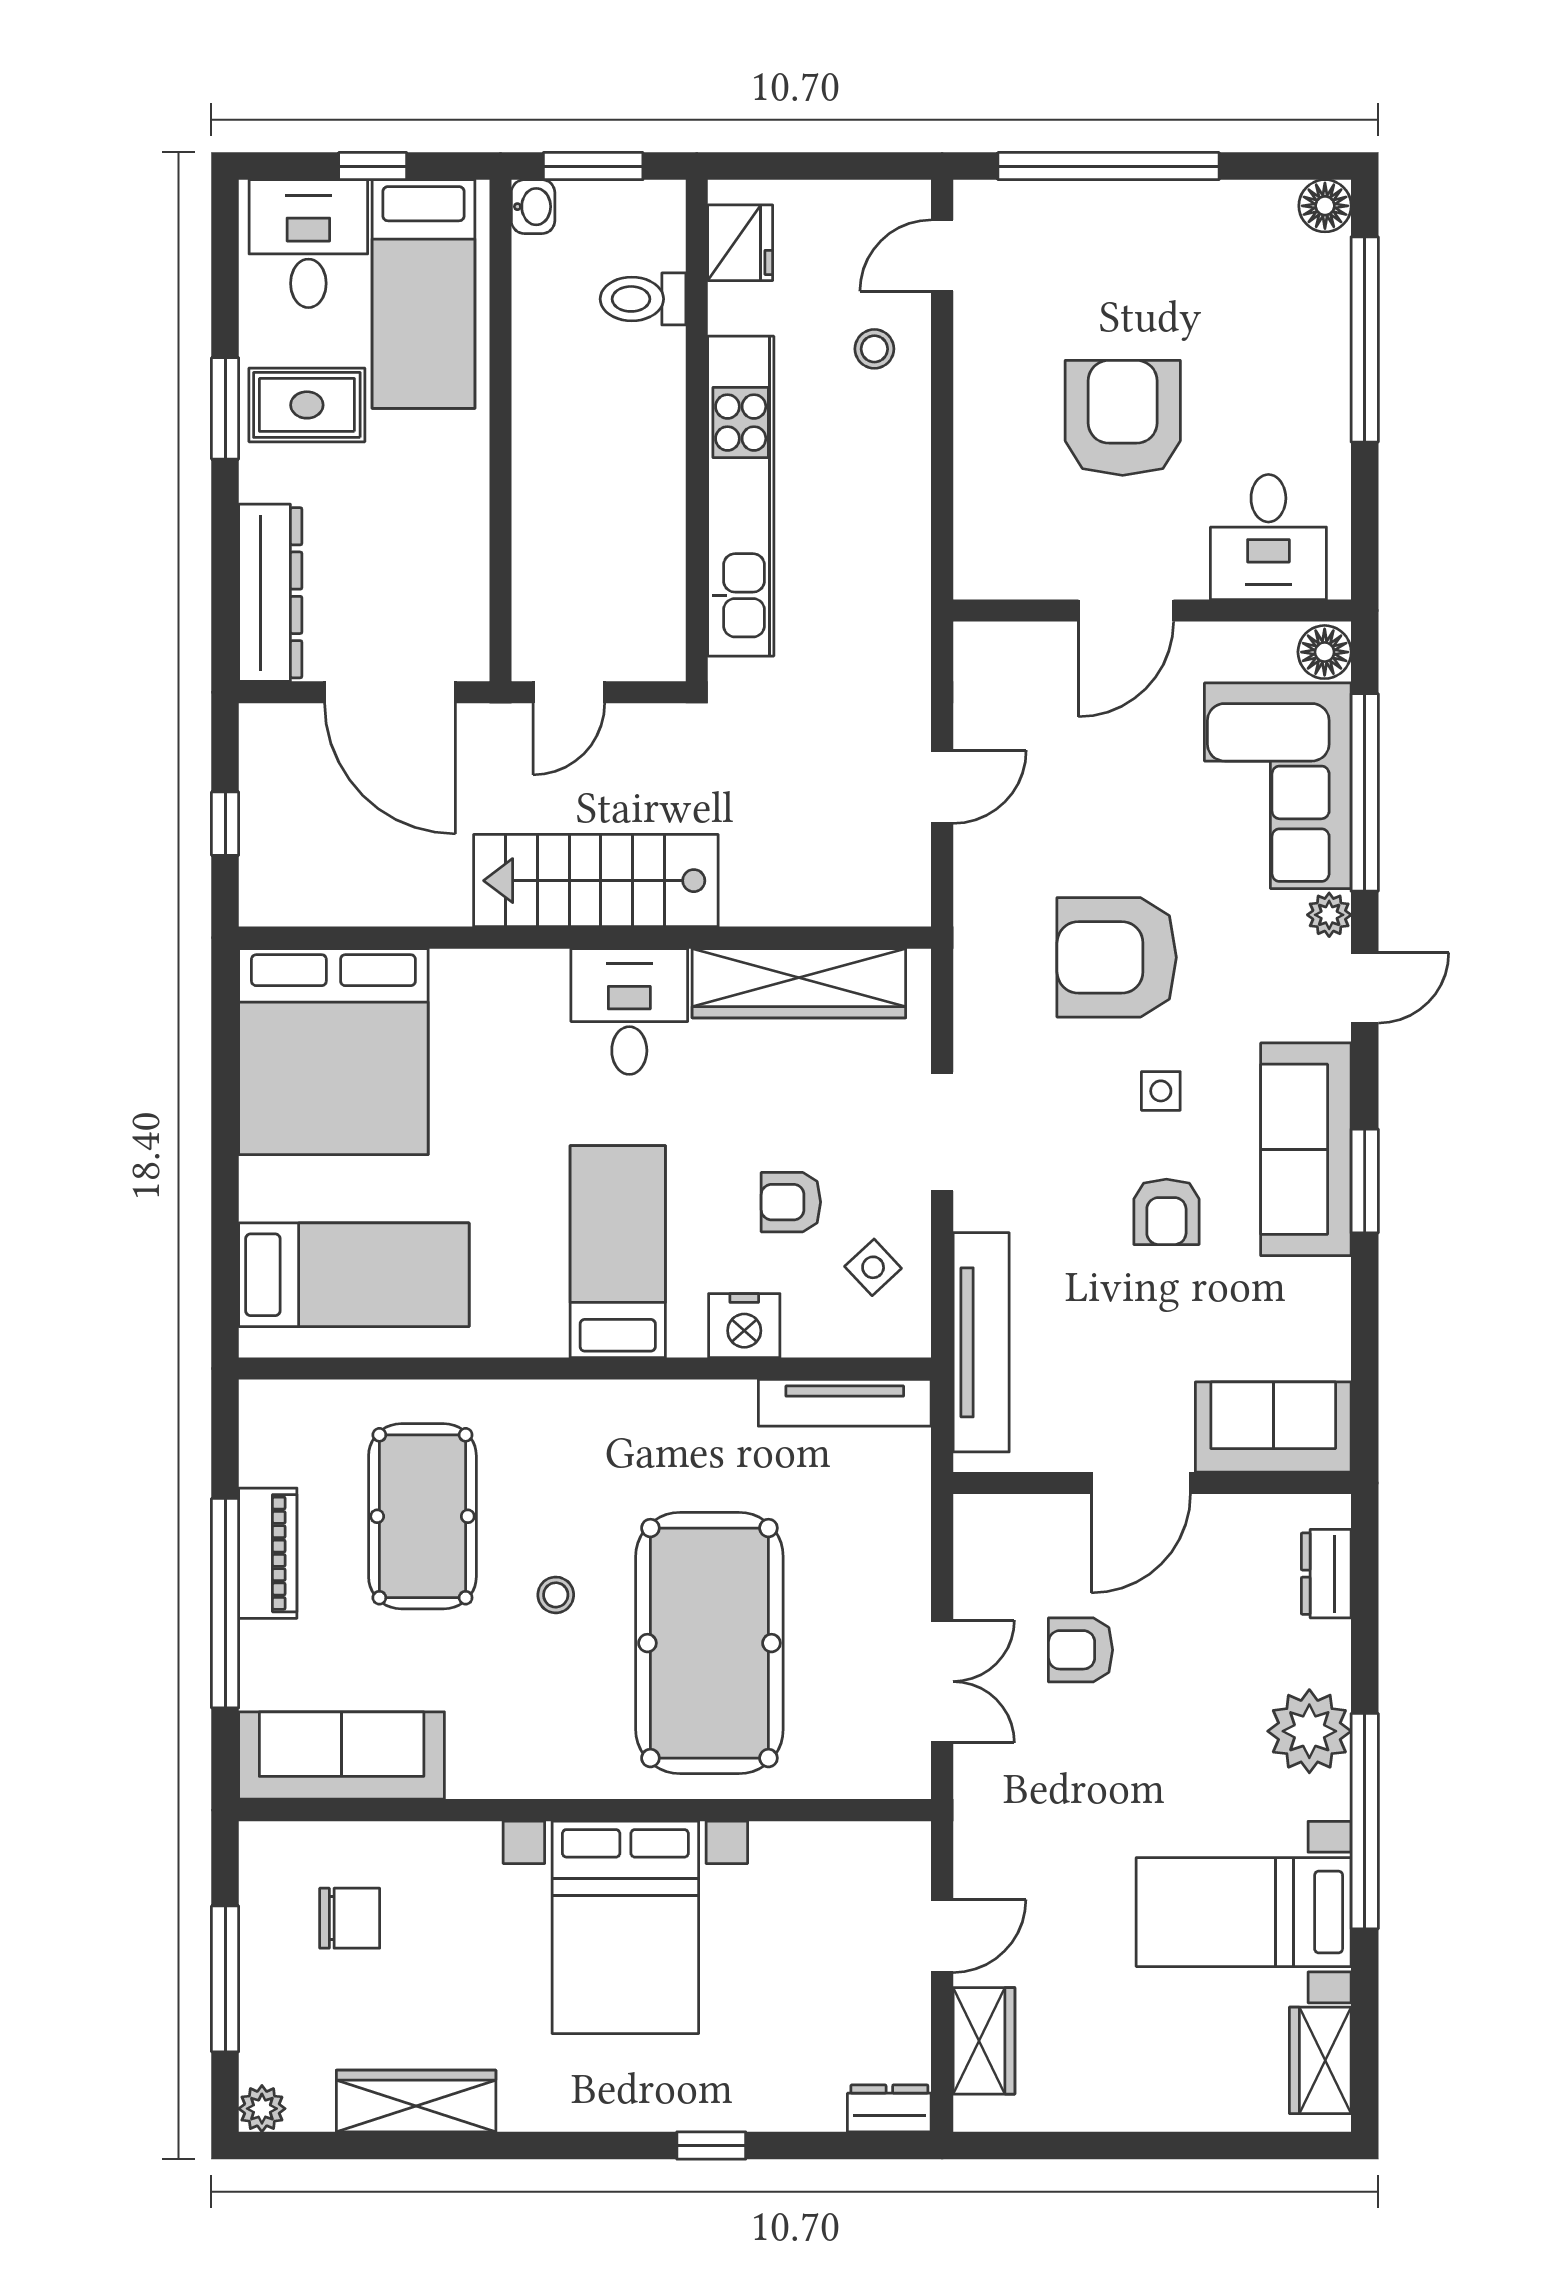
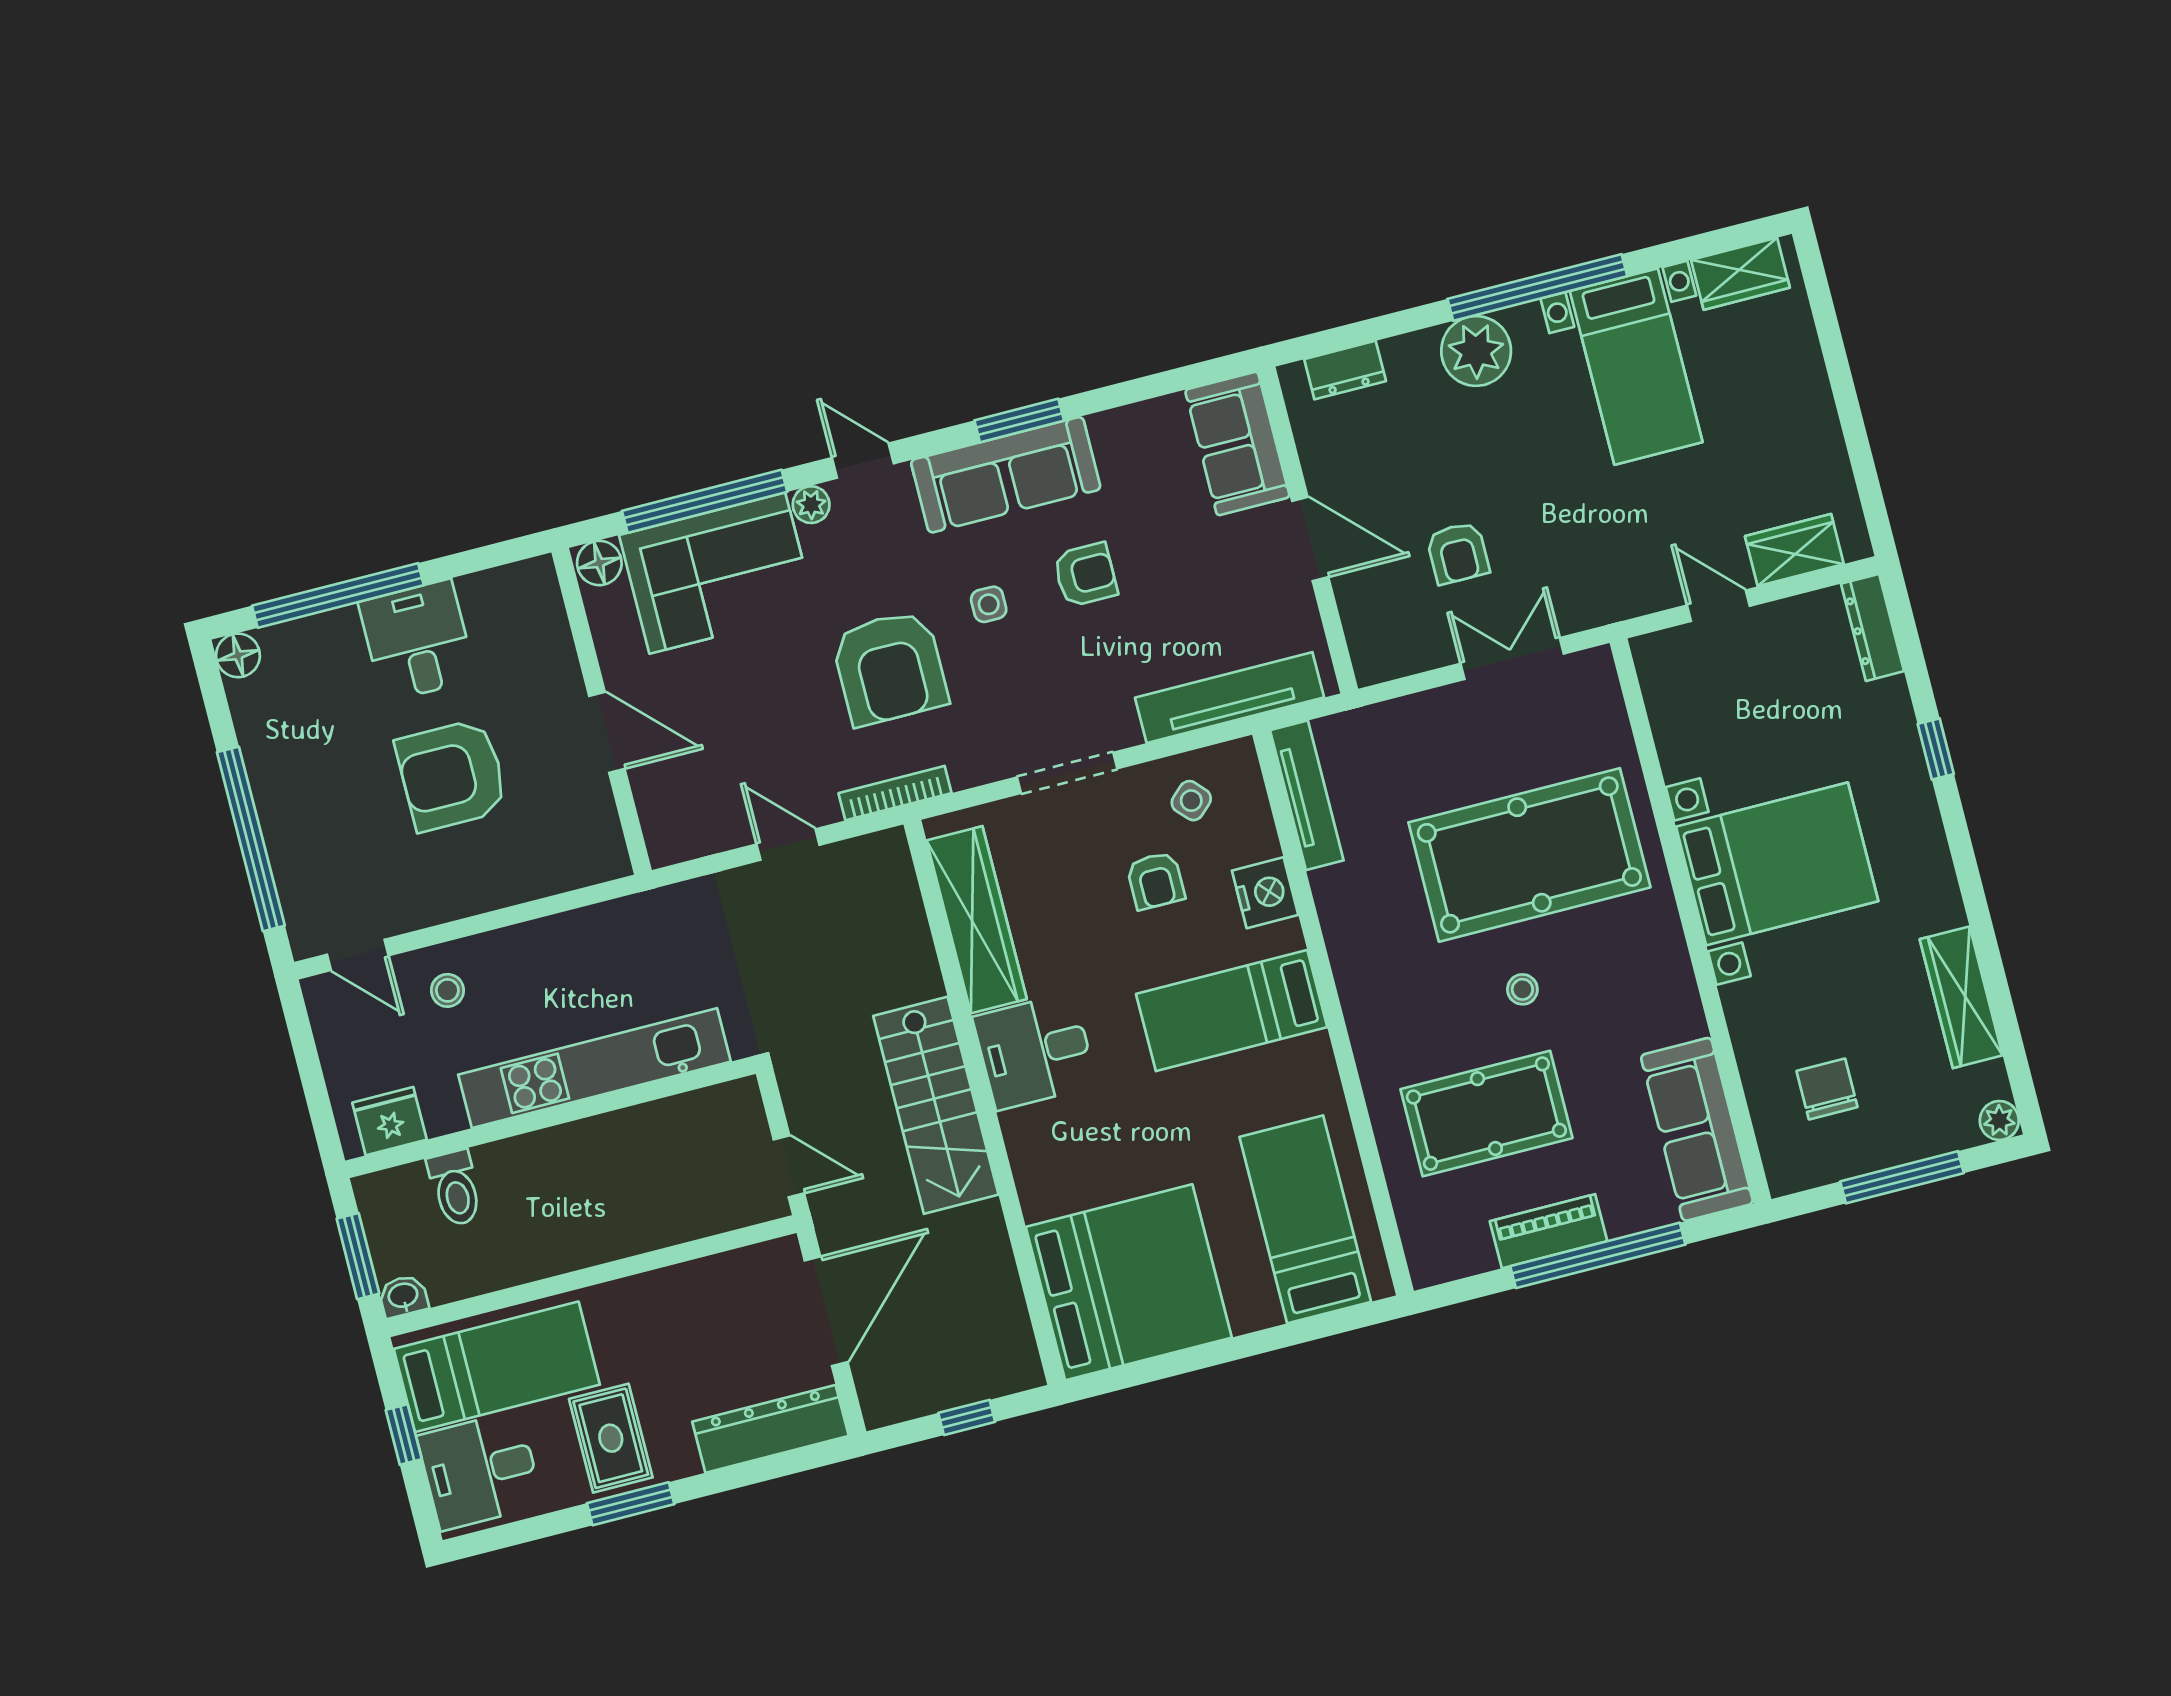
desk: (1268, 537) -> (417, 641), moved, turned -90
bookcase: (970, 926) -> (895, 793), added
dresser: (889, 2108) -> (1872, 627), width x1.44

